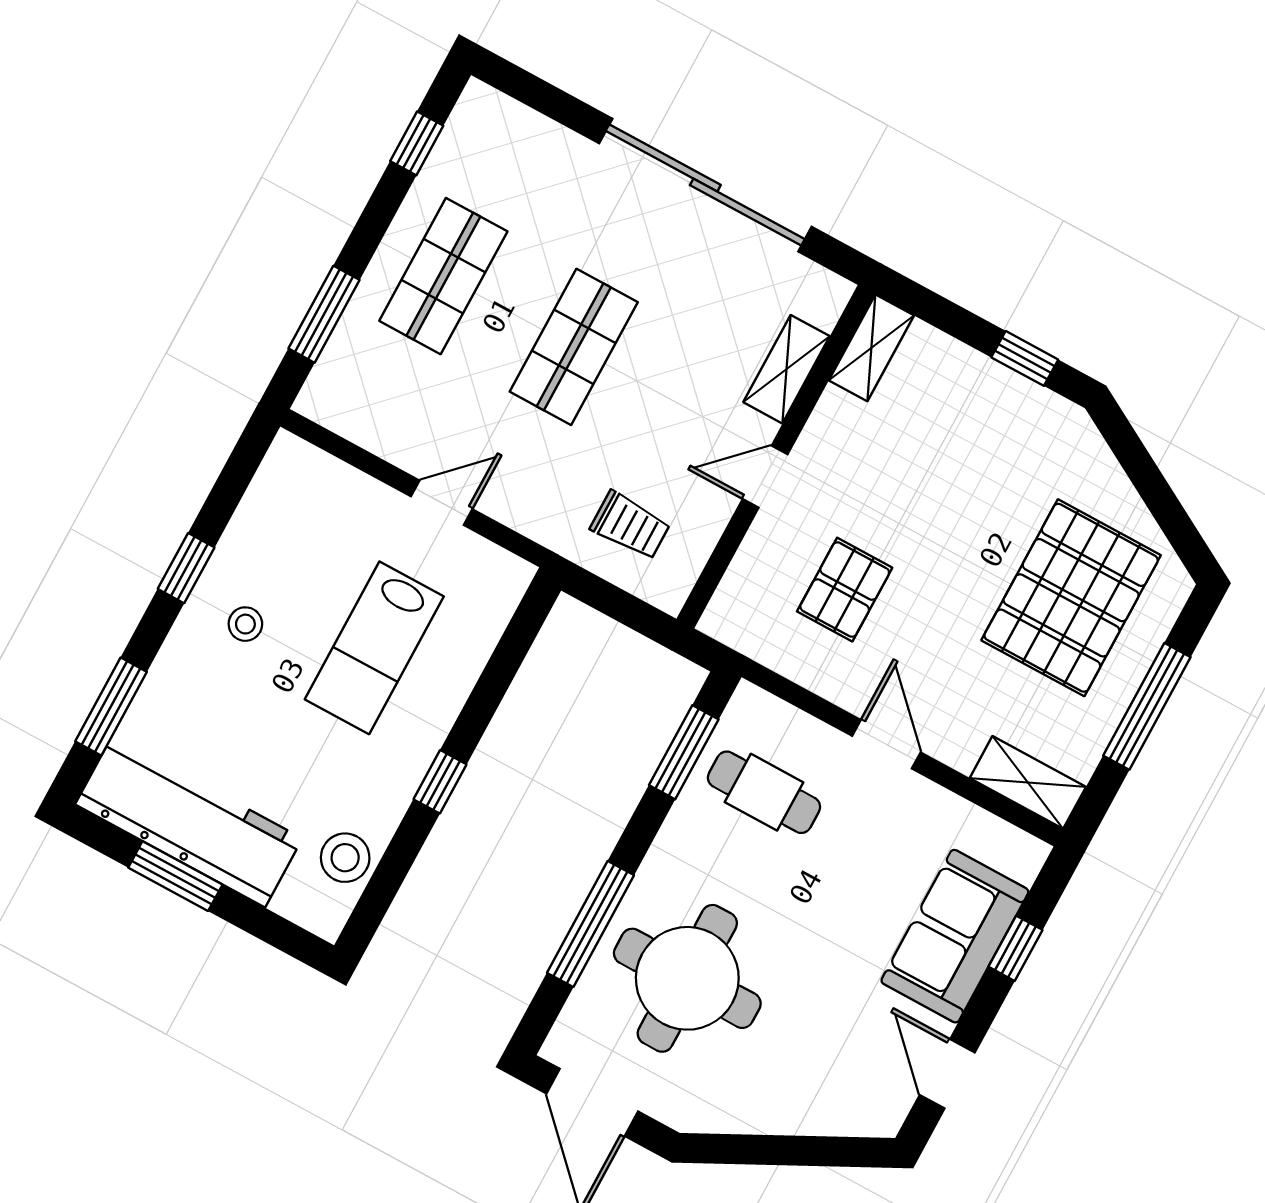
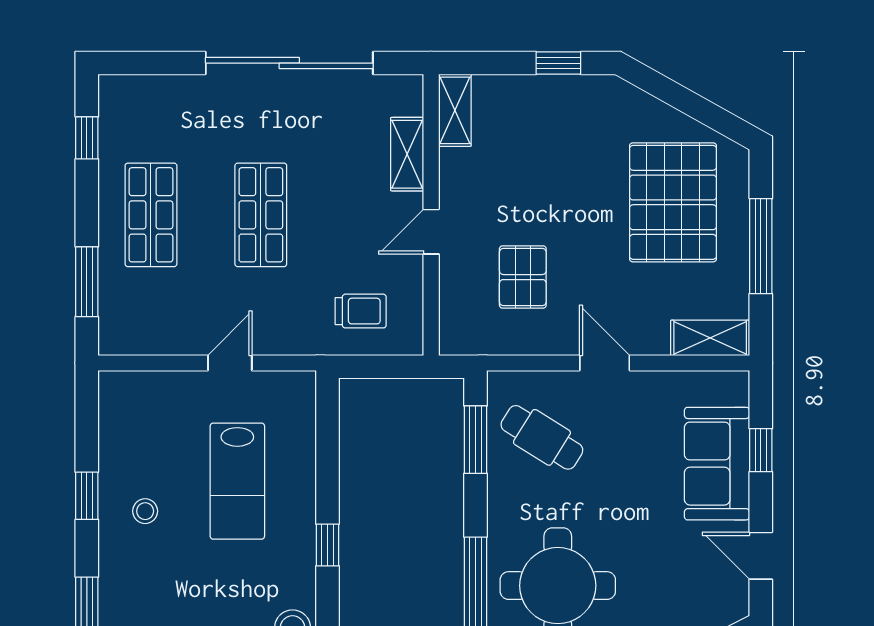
cafe table: (764, 792) -> (542, 437), turned 32

